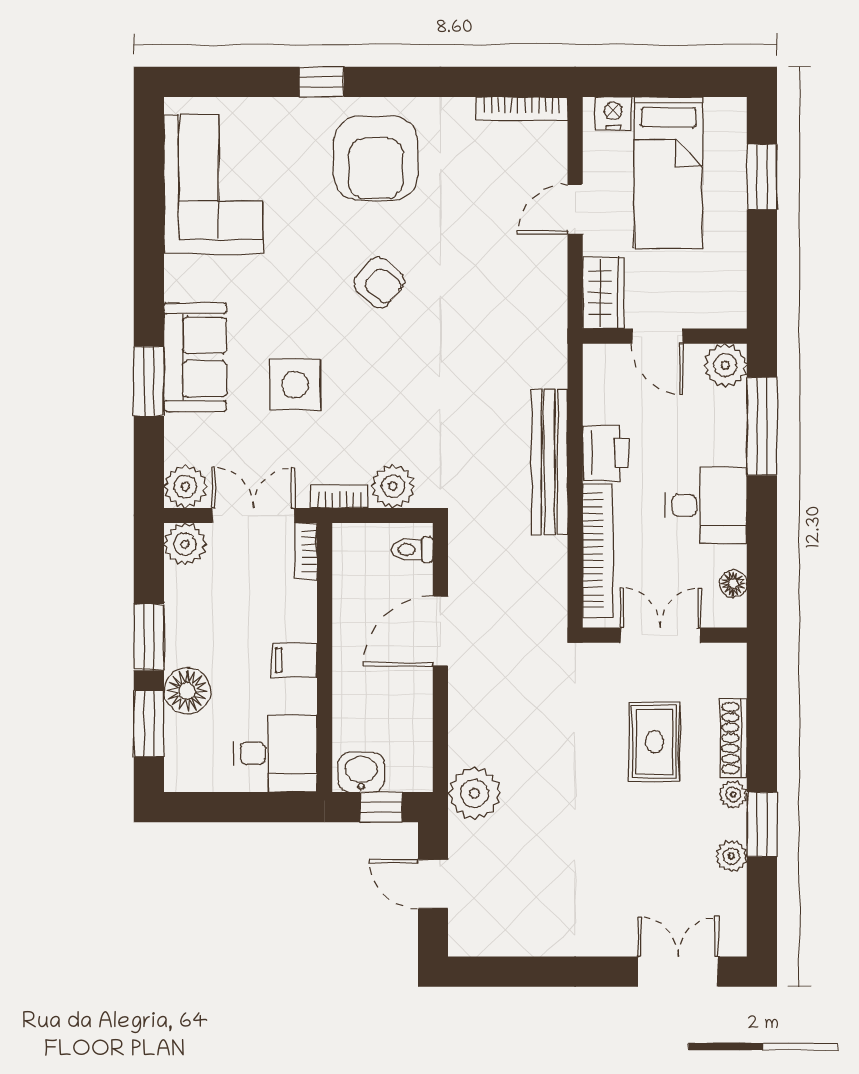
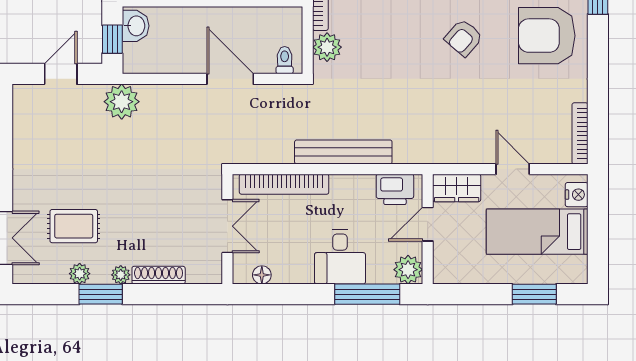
printer: (605, 453) -> (395, 189), moved
desk: (706, 505) -> (340, 257), moved
rug: (654, 742) -> (74, 226), moved

